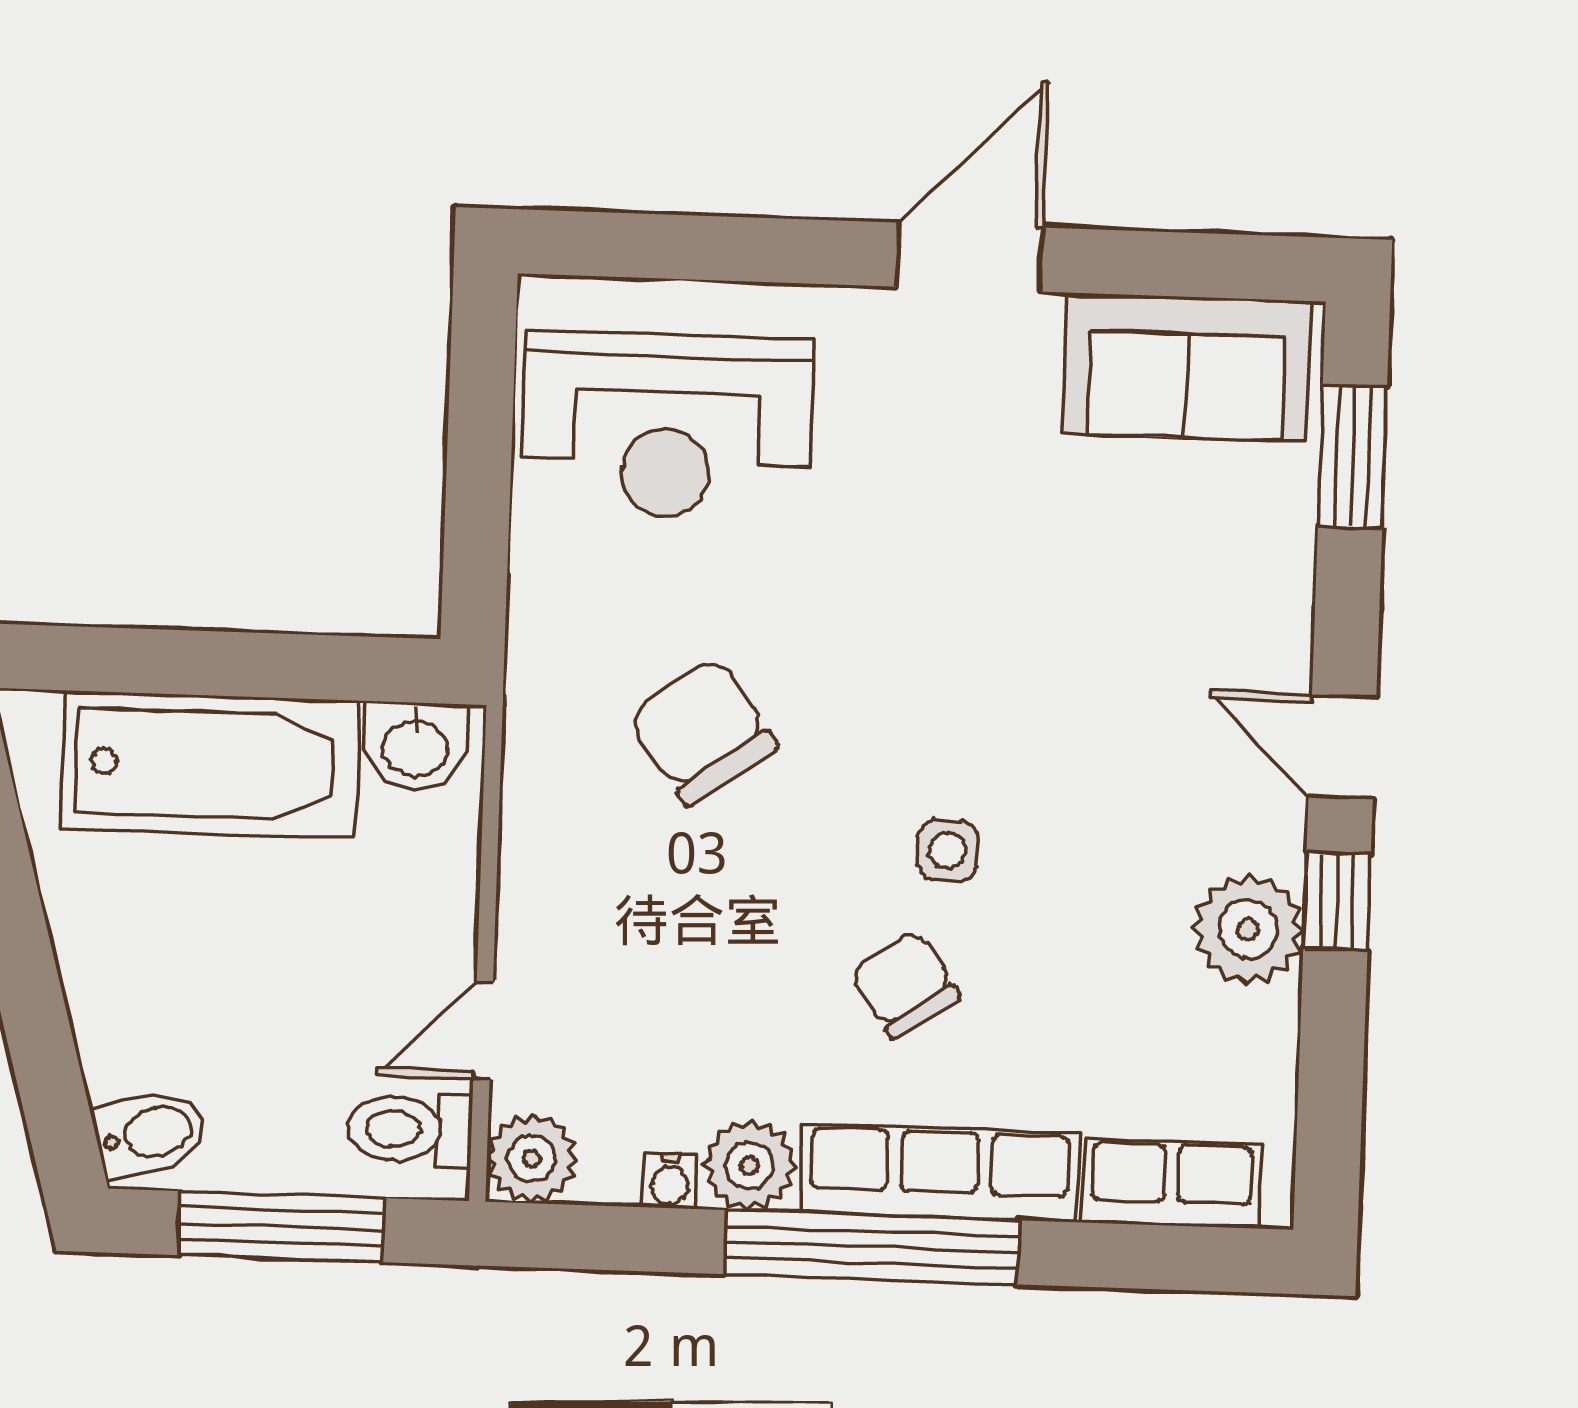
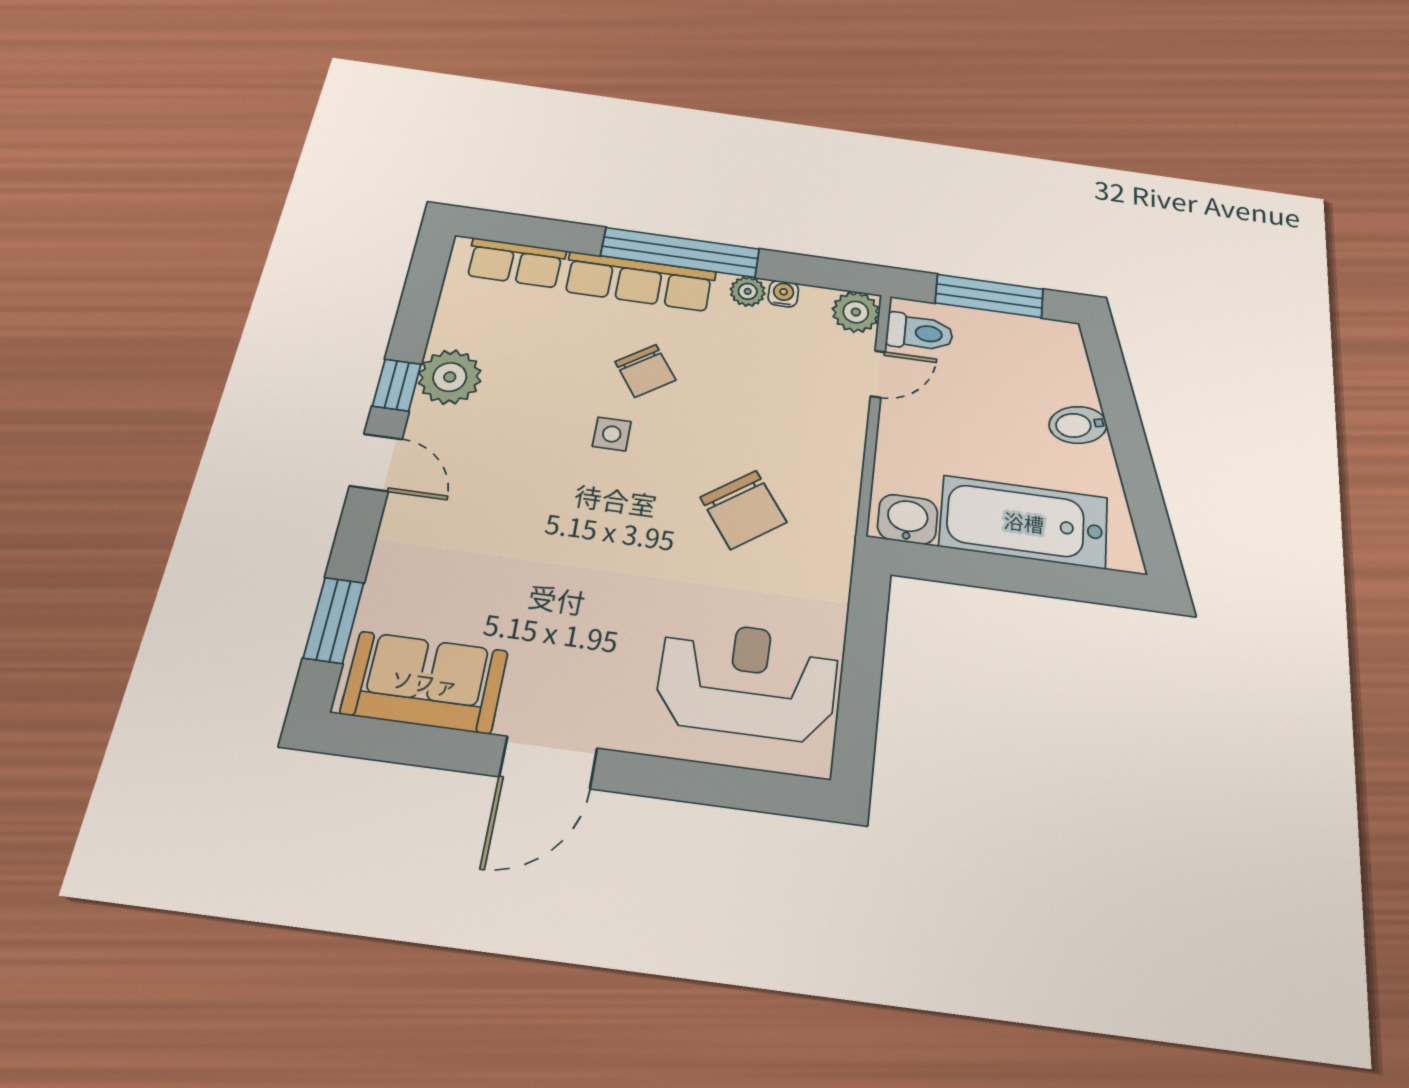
bidet: (150, 1133) -> (1078, 425), moved
plant: (750, 1165) -> (748, 291), width x0.73, depth x0.73

